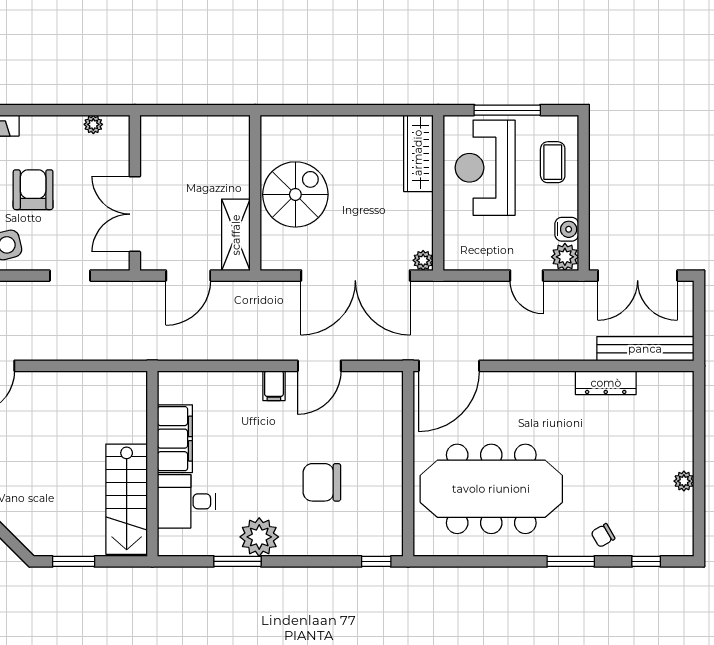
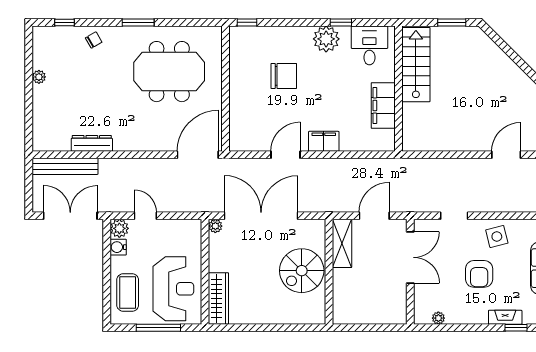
coffee table: (553, 162) -> (128, 292), width x1.36, depth x1.30
filing cabinet: (274, 386) -> (324, 141), width x2.00
meeting table: (491, 489) -> (169, 72), width x0.73
desk: (186, 501) -> (369, 45), moved, turned -90
window: (237, 561) -> (341, 22), width x0.67
window: (571, 561) -> (138, 22), moved

